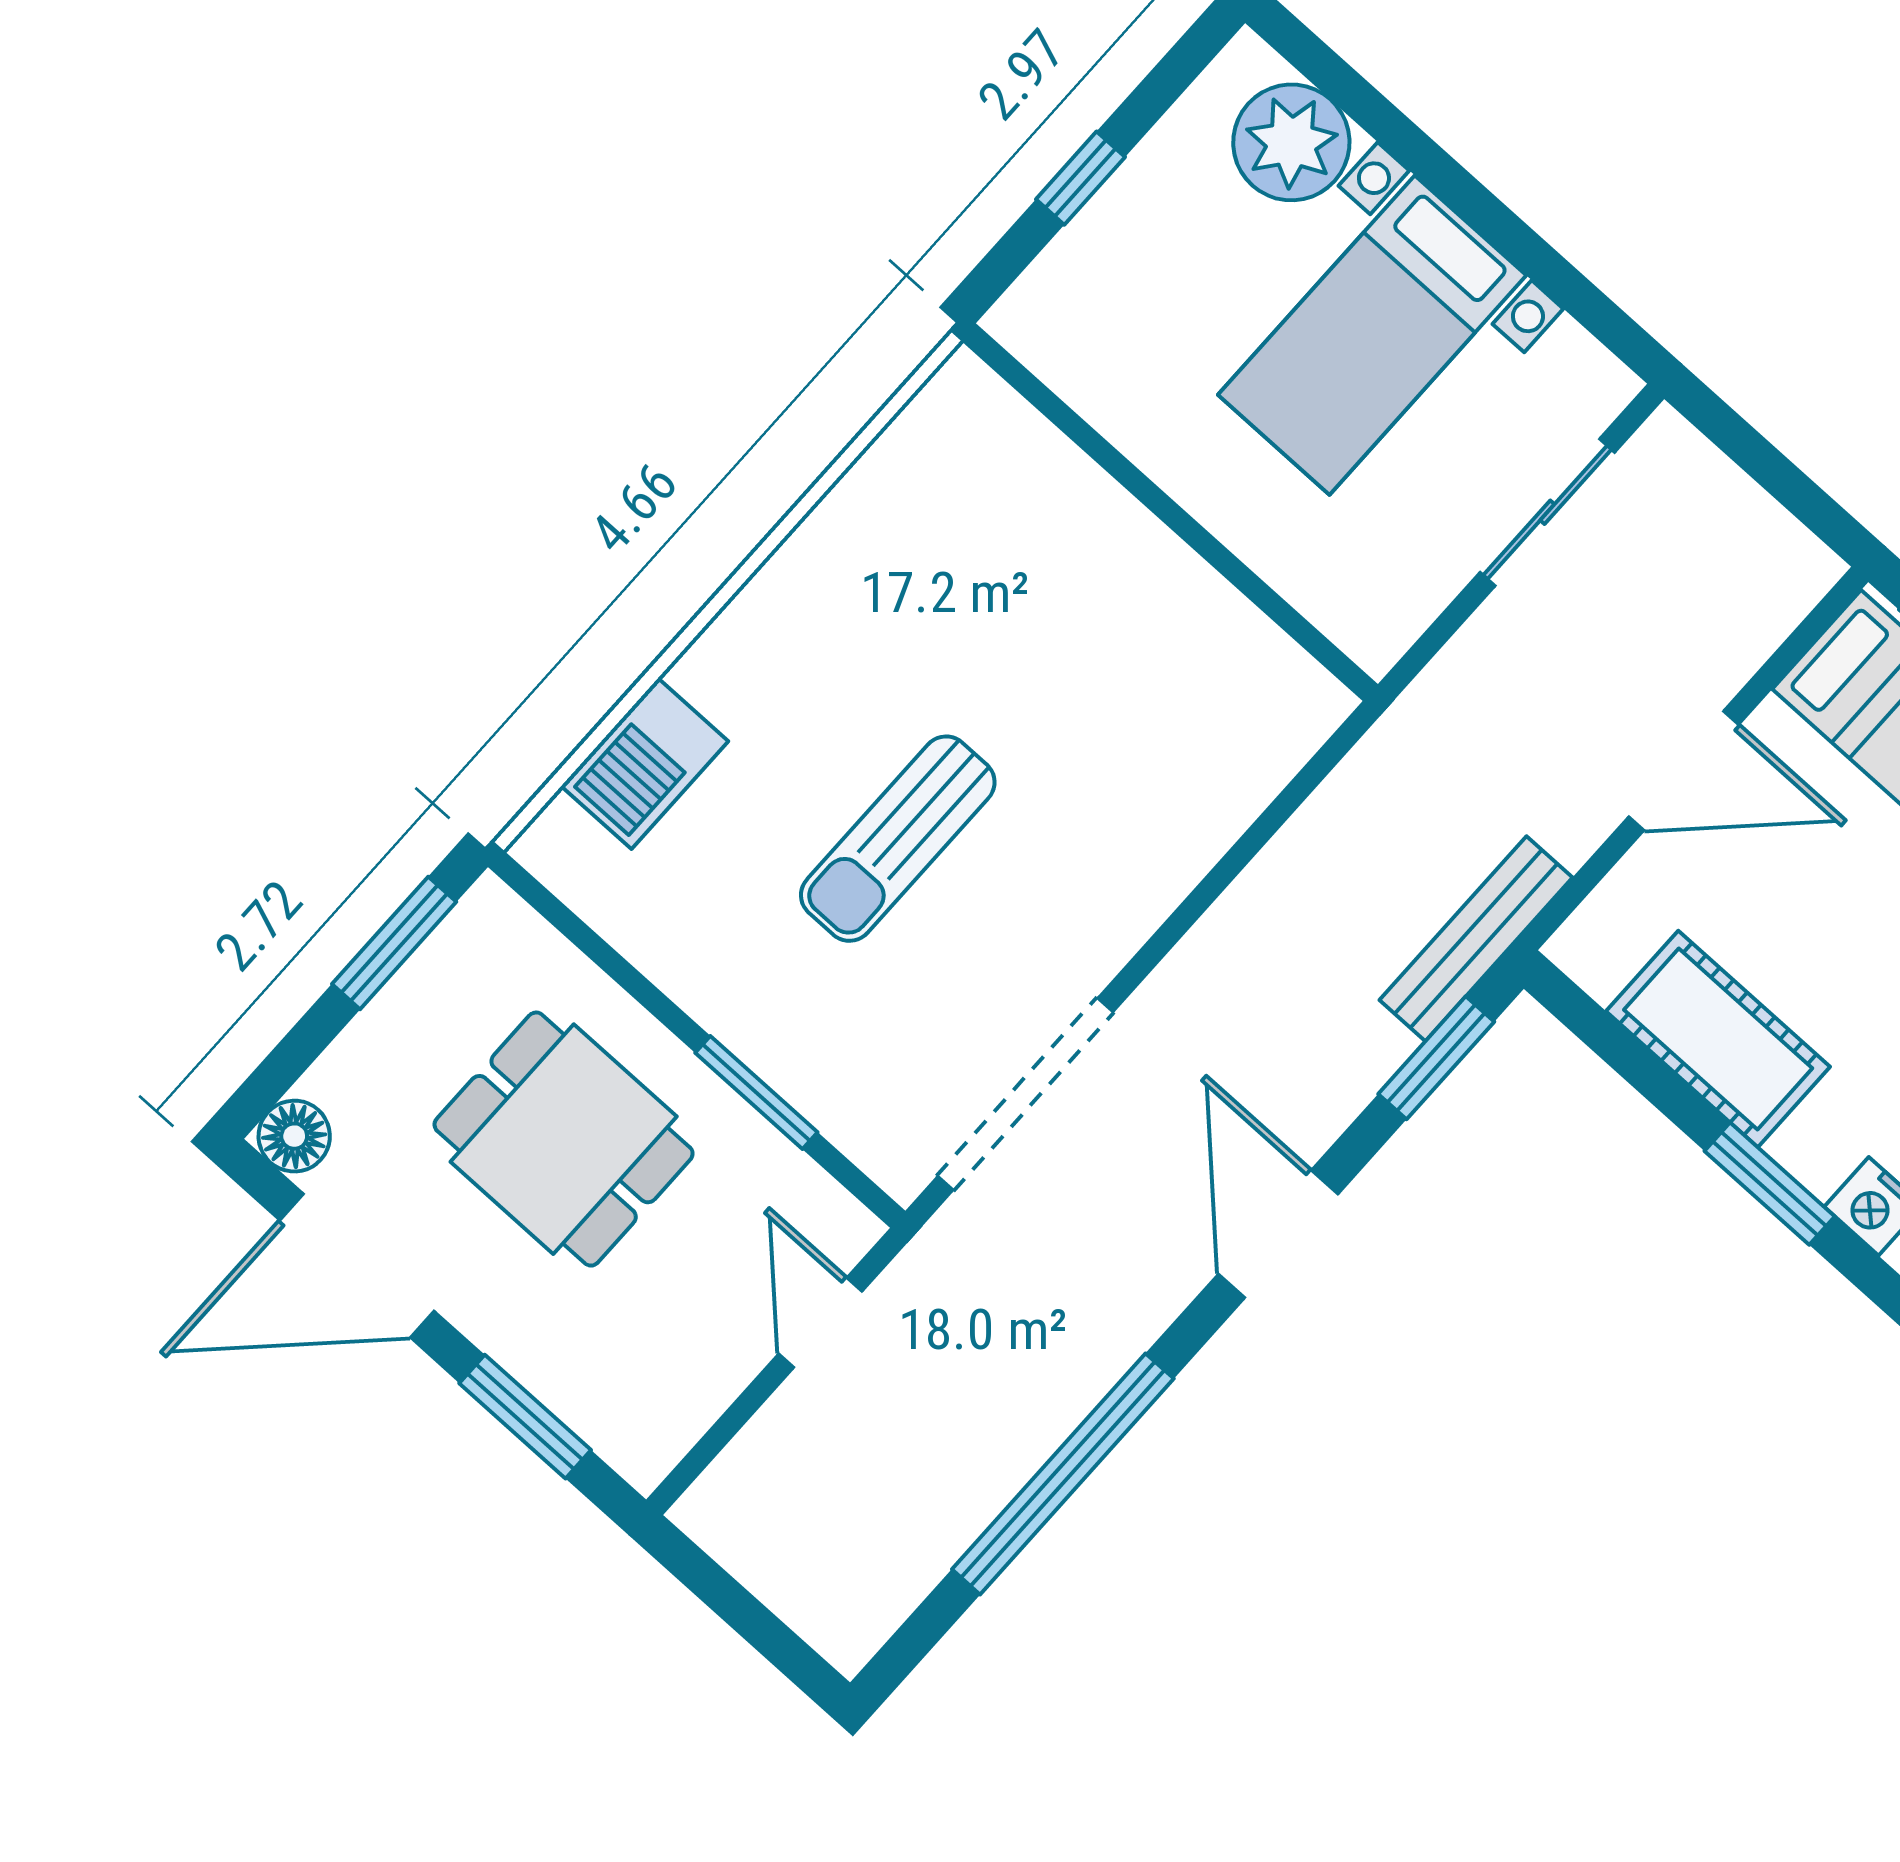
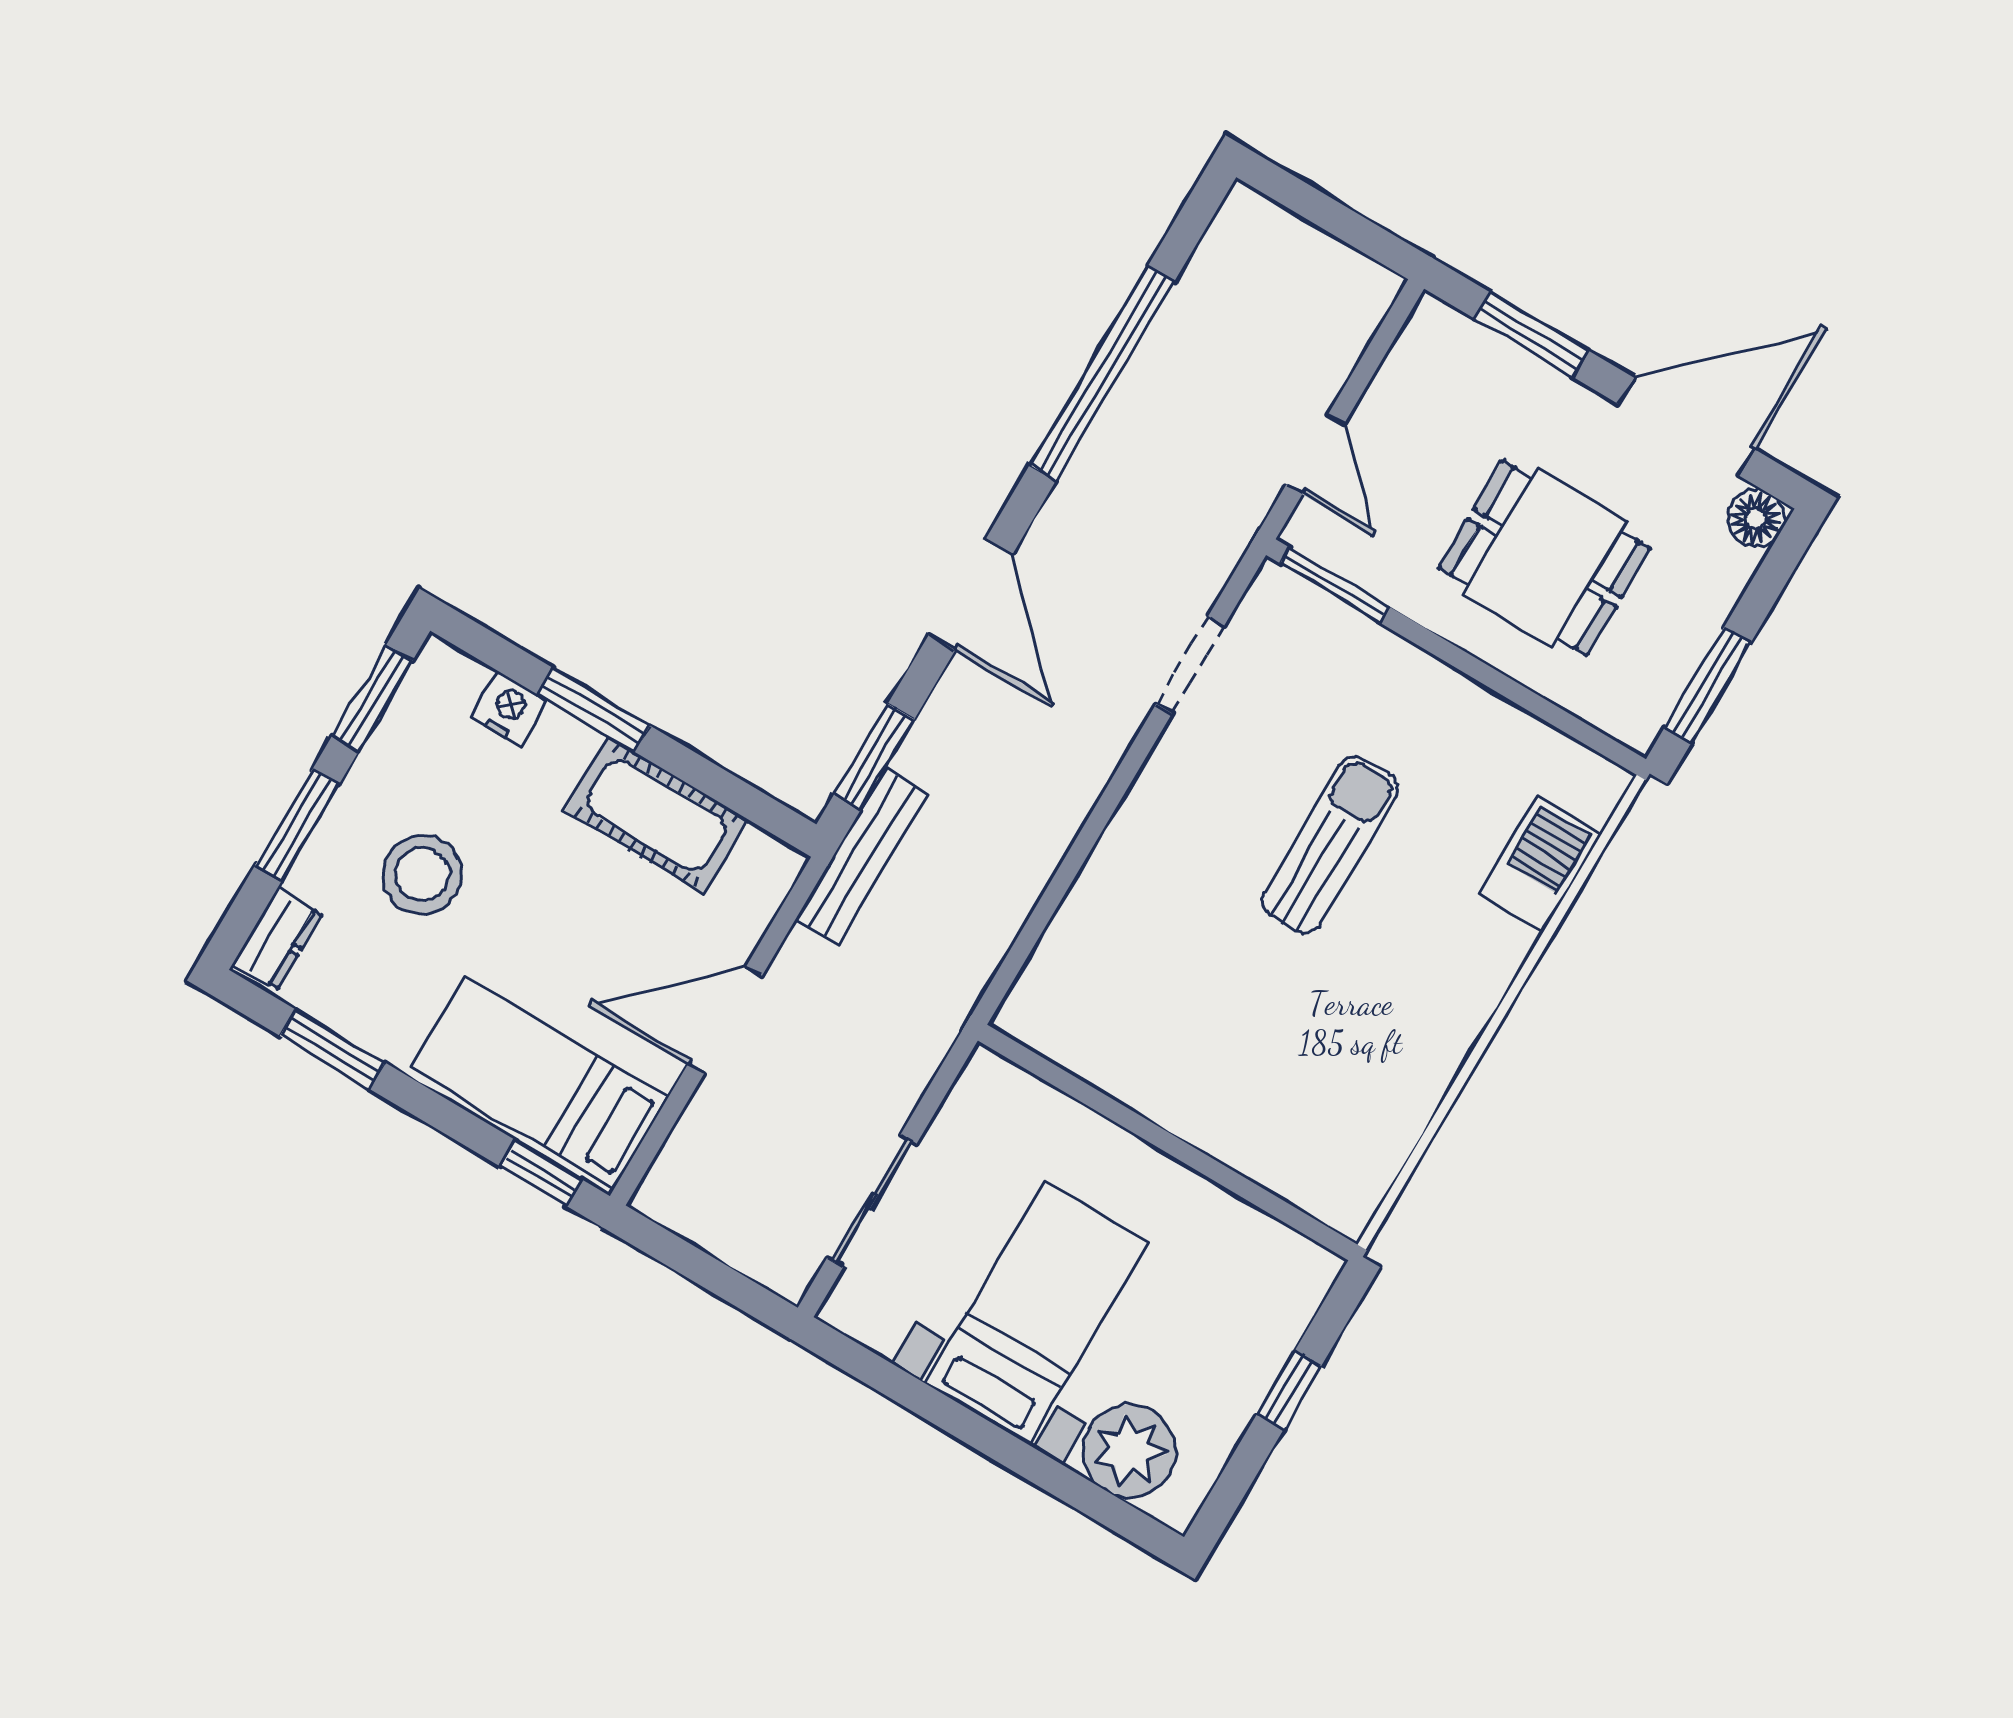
window: (756, 1092) -> (1334, 585), moved
doorway: (1025, 1094) -> (1190, 665), width x0.53

